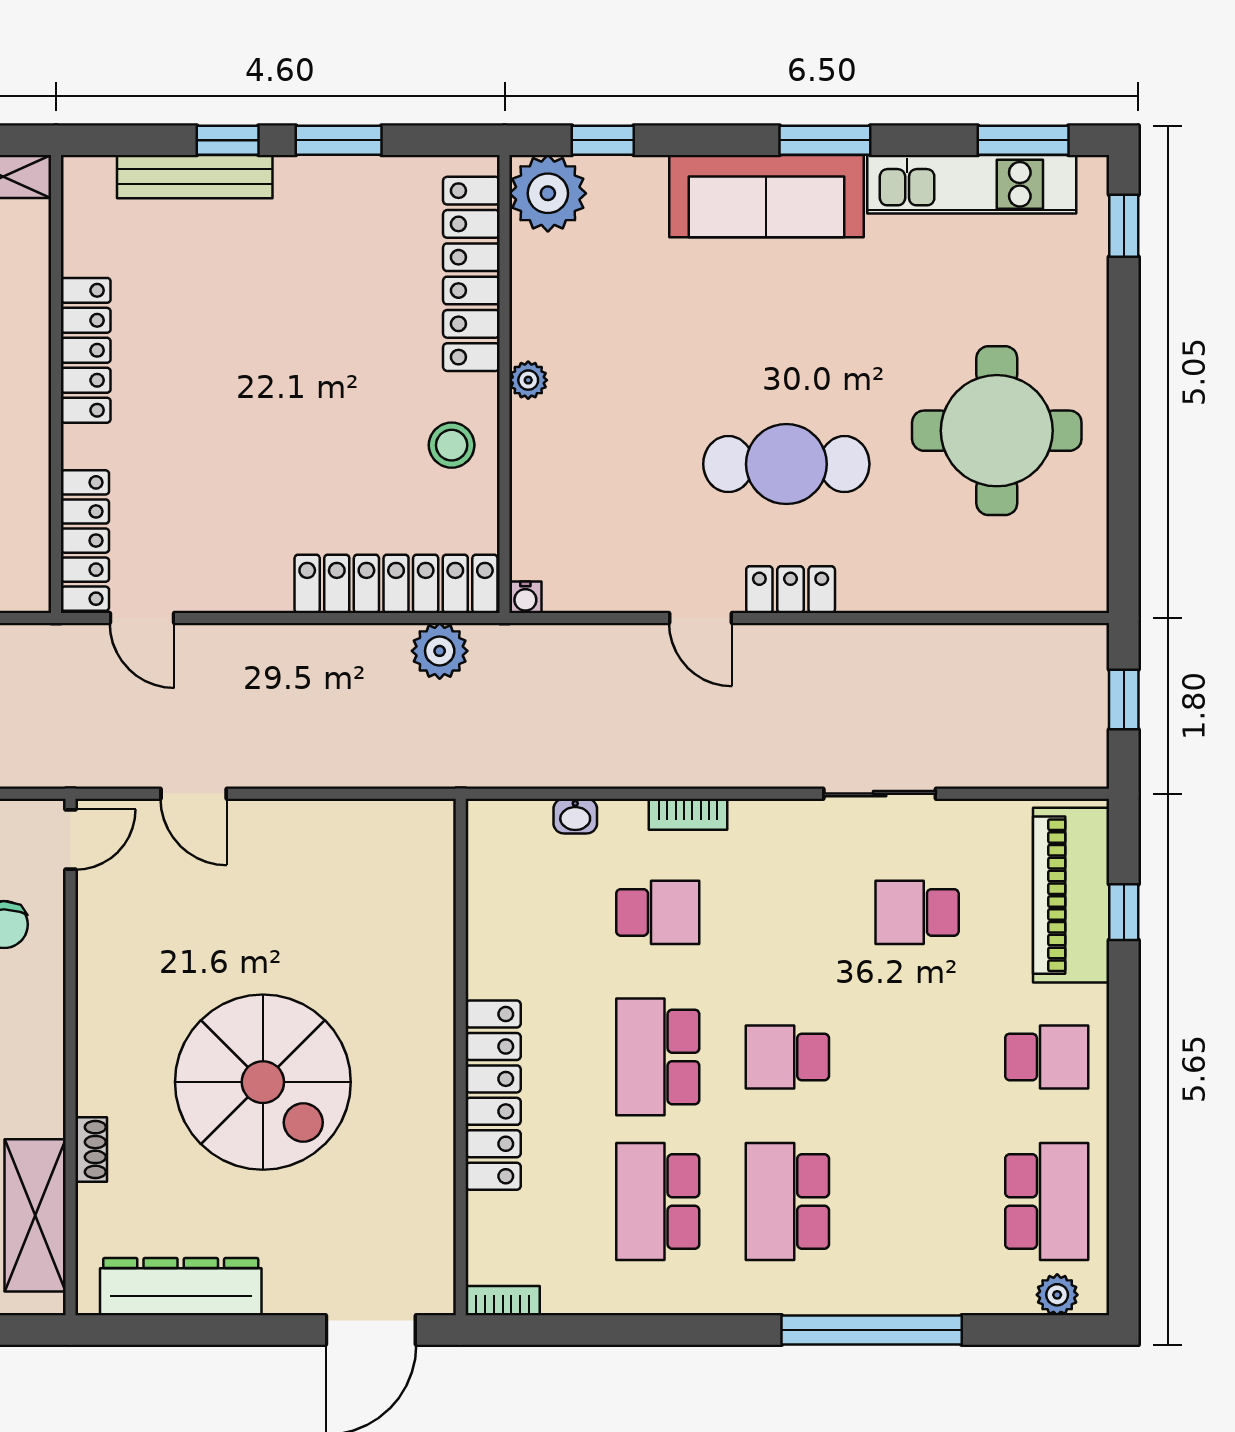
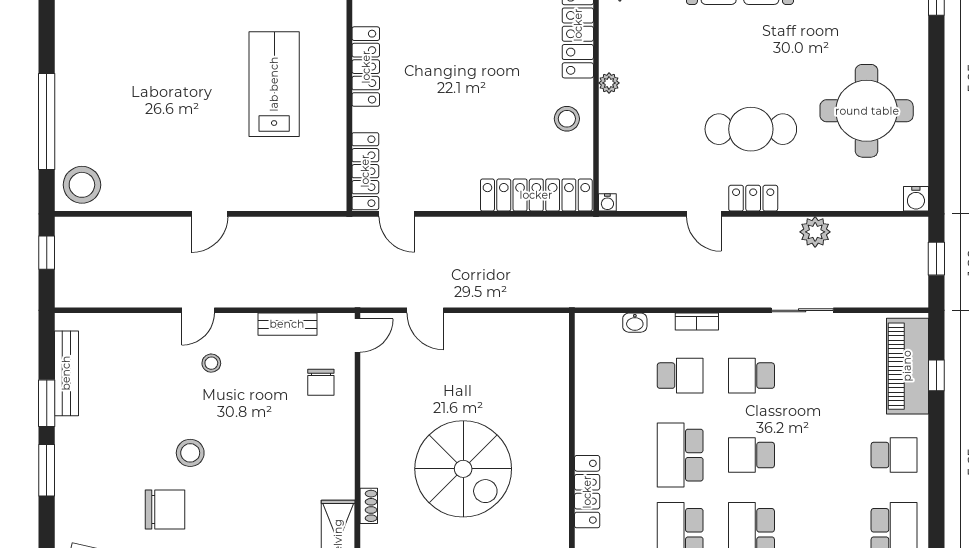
water cooler: (1087, 591) -> (916, 199), added
plant: (440, 651) -> (815, 232), moved
school desk: (917, 912) -> (751, 376), moved
locker: (493, 1095) -> (587, 492), width x0.71, depth x0.83

